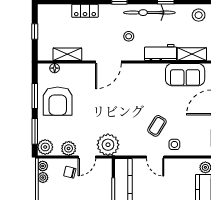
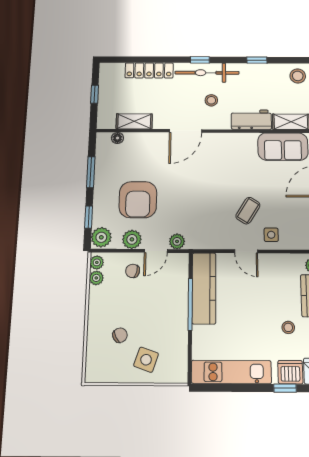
locker: (85, 11) -> (149, 70), width x1.53
bicycle: (149, 13) -> (207, 73), moved
armchair: (58, 101) -> (138, 200), moved
window: (35, 131) -> (89, 217), width x0.67
plant: (108, 145) -> (177, 241), width x0.53, depth x0.53

